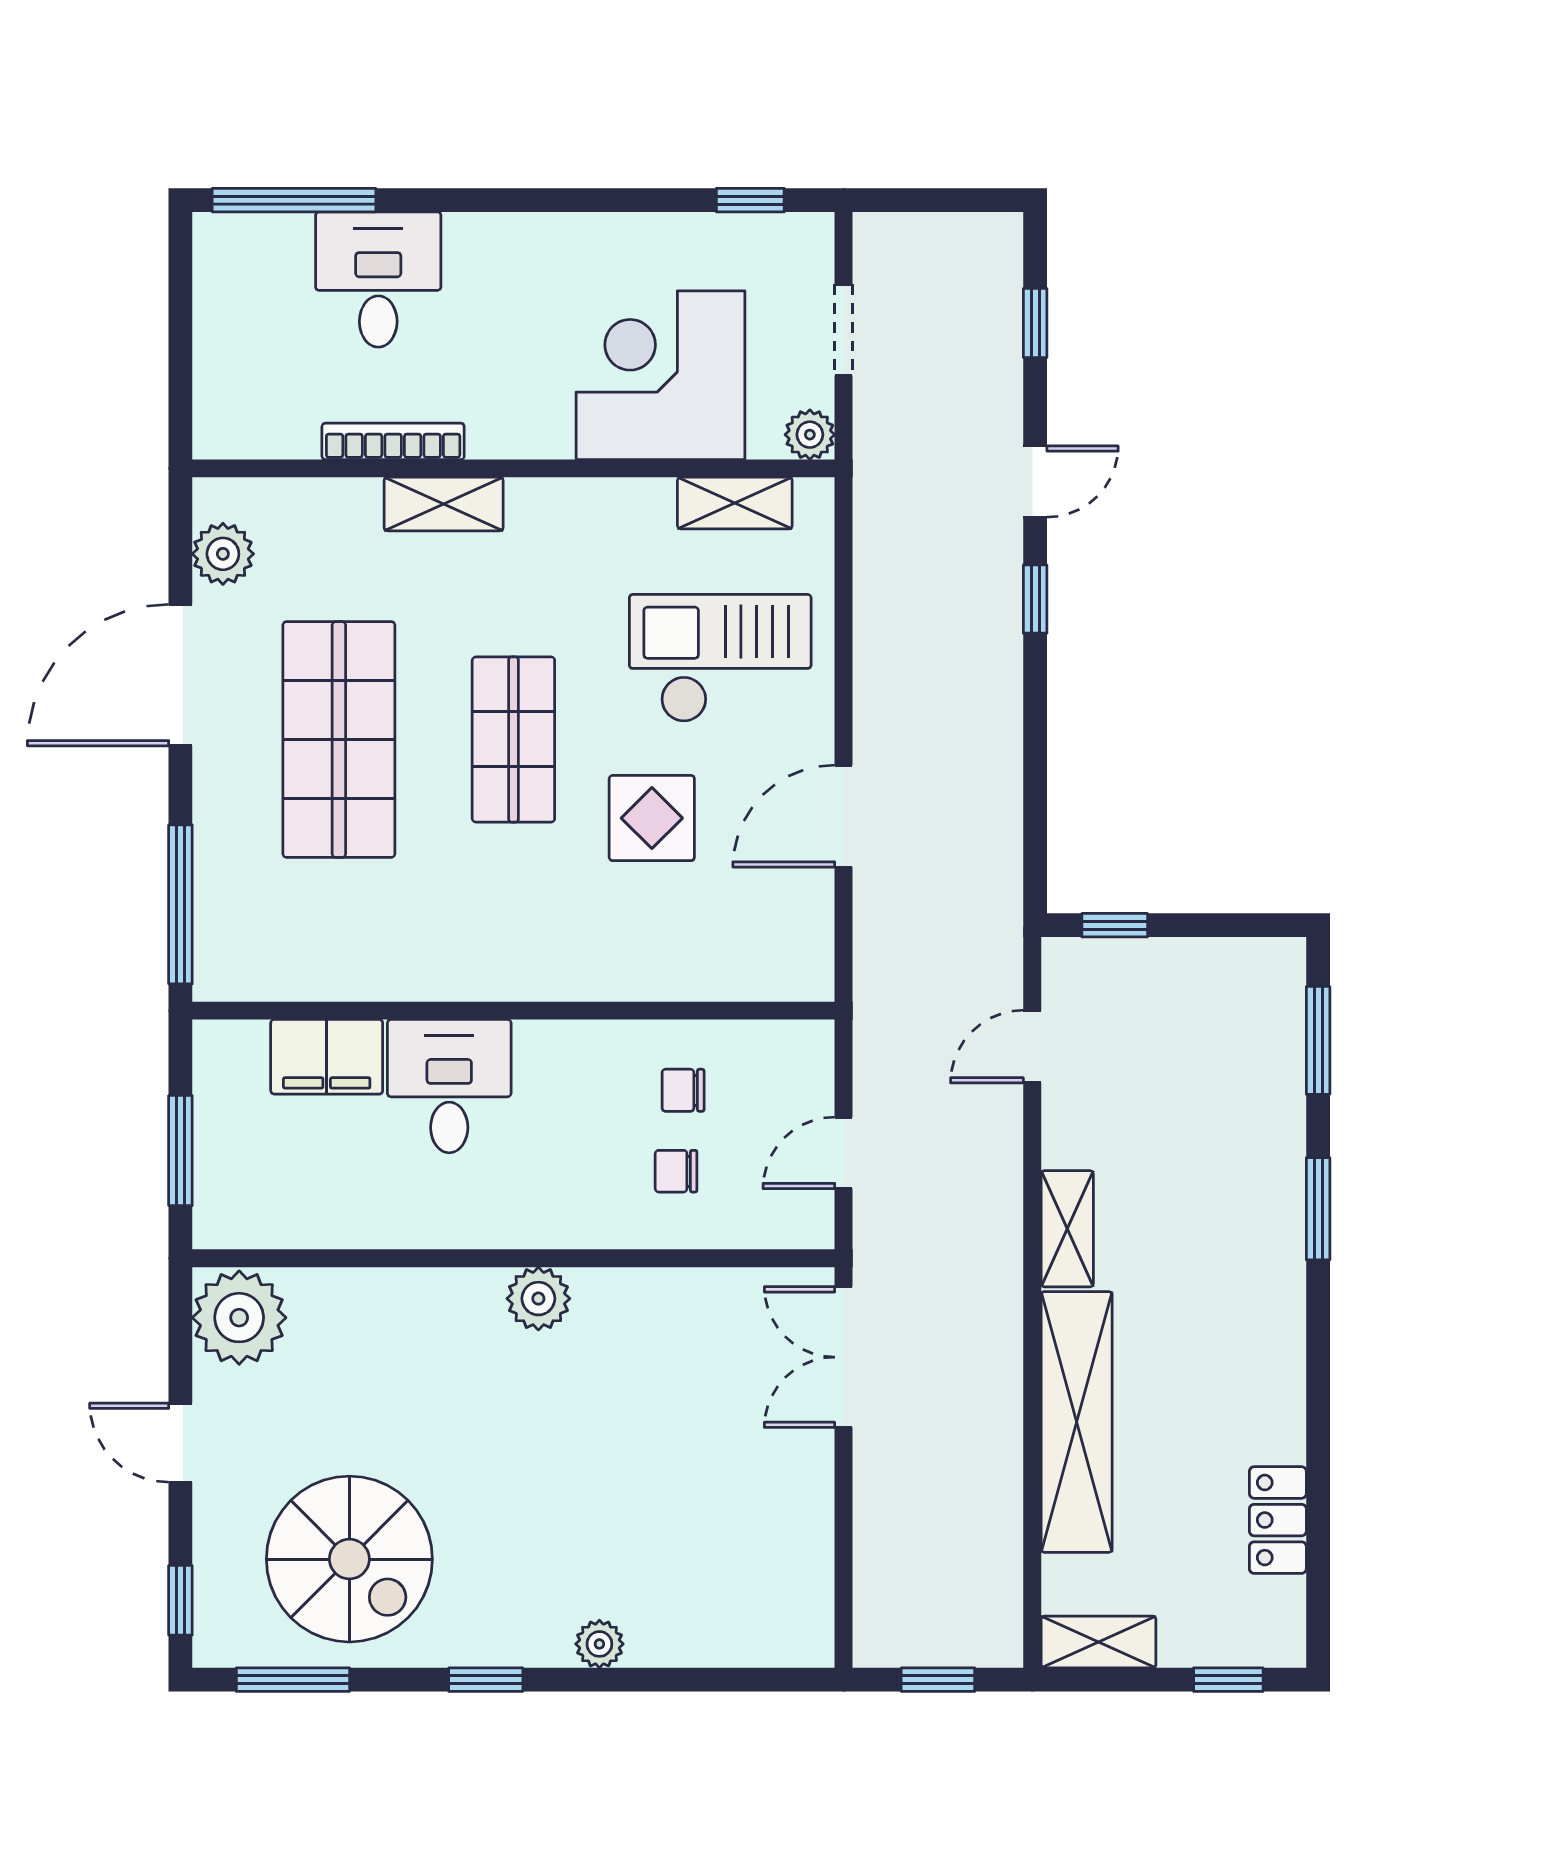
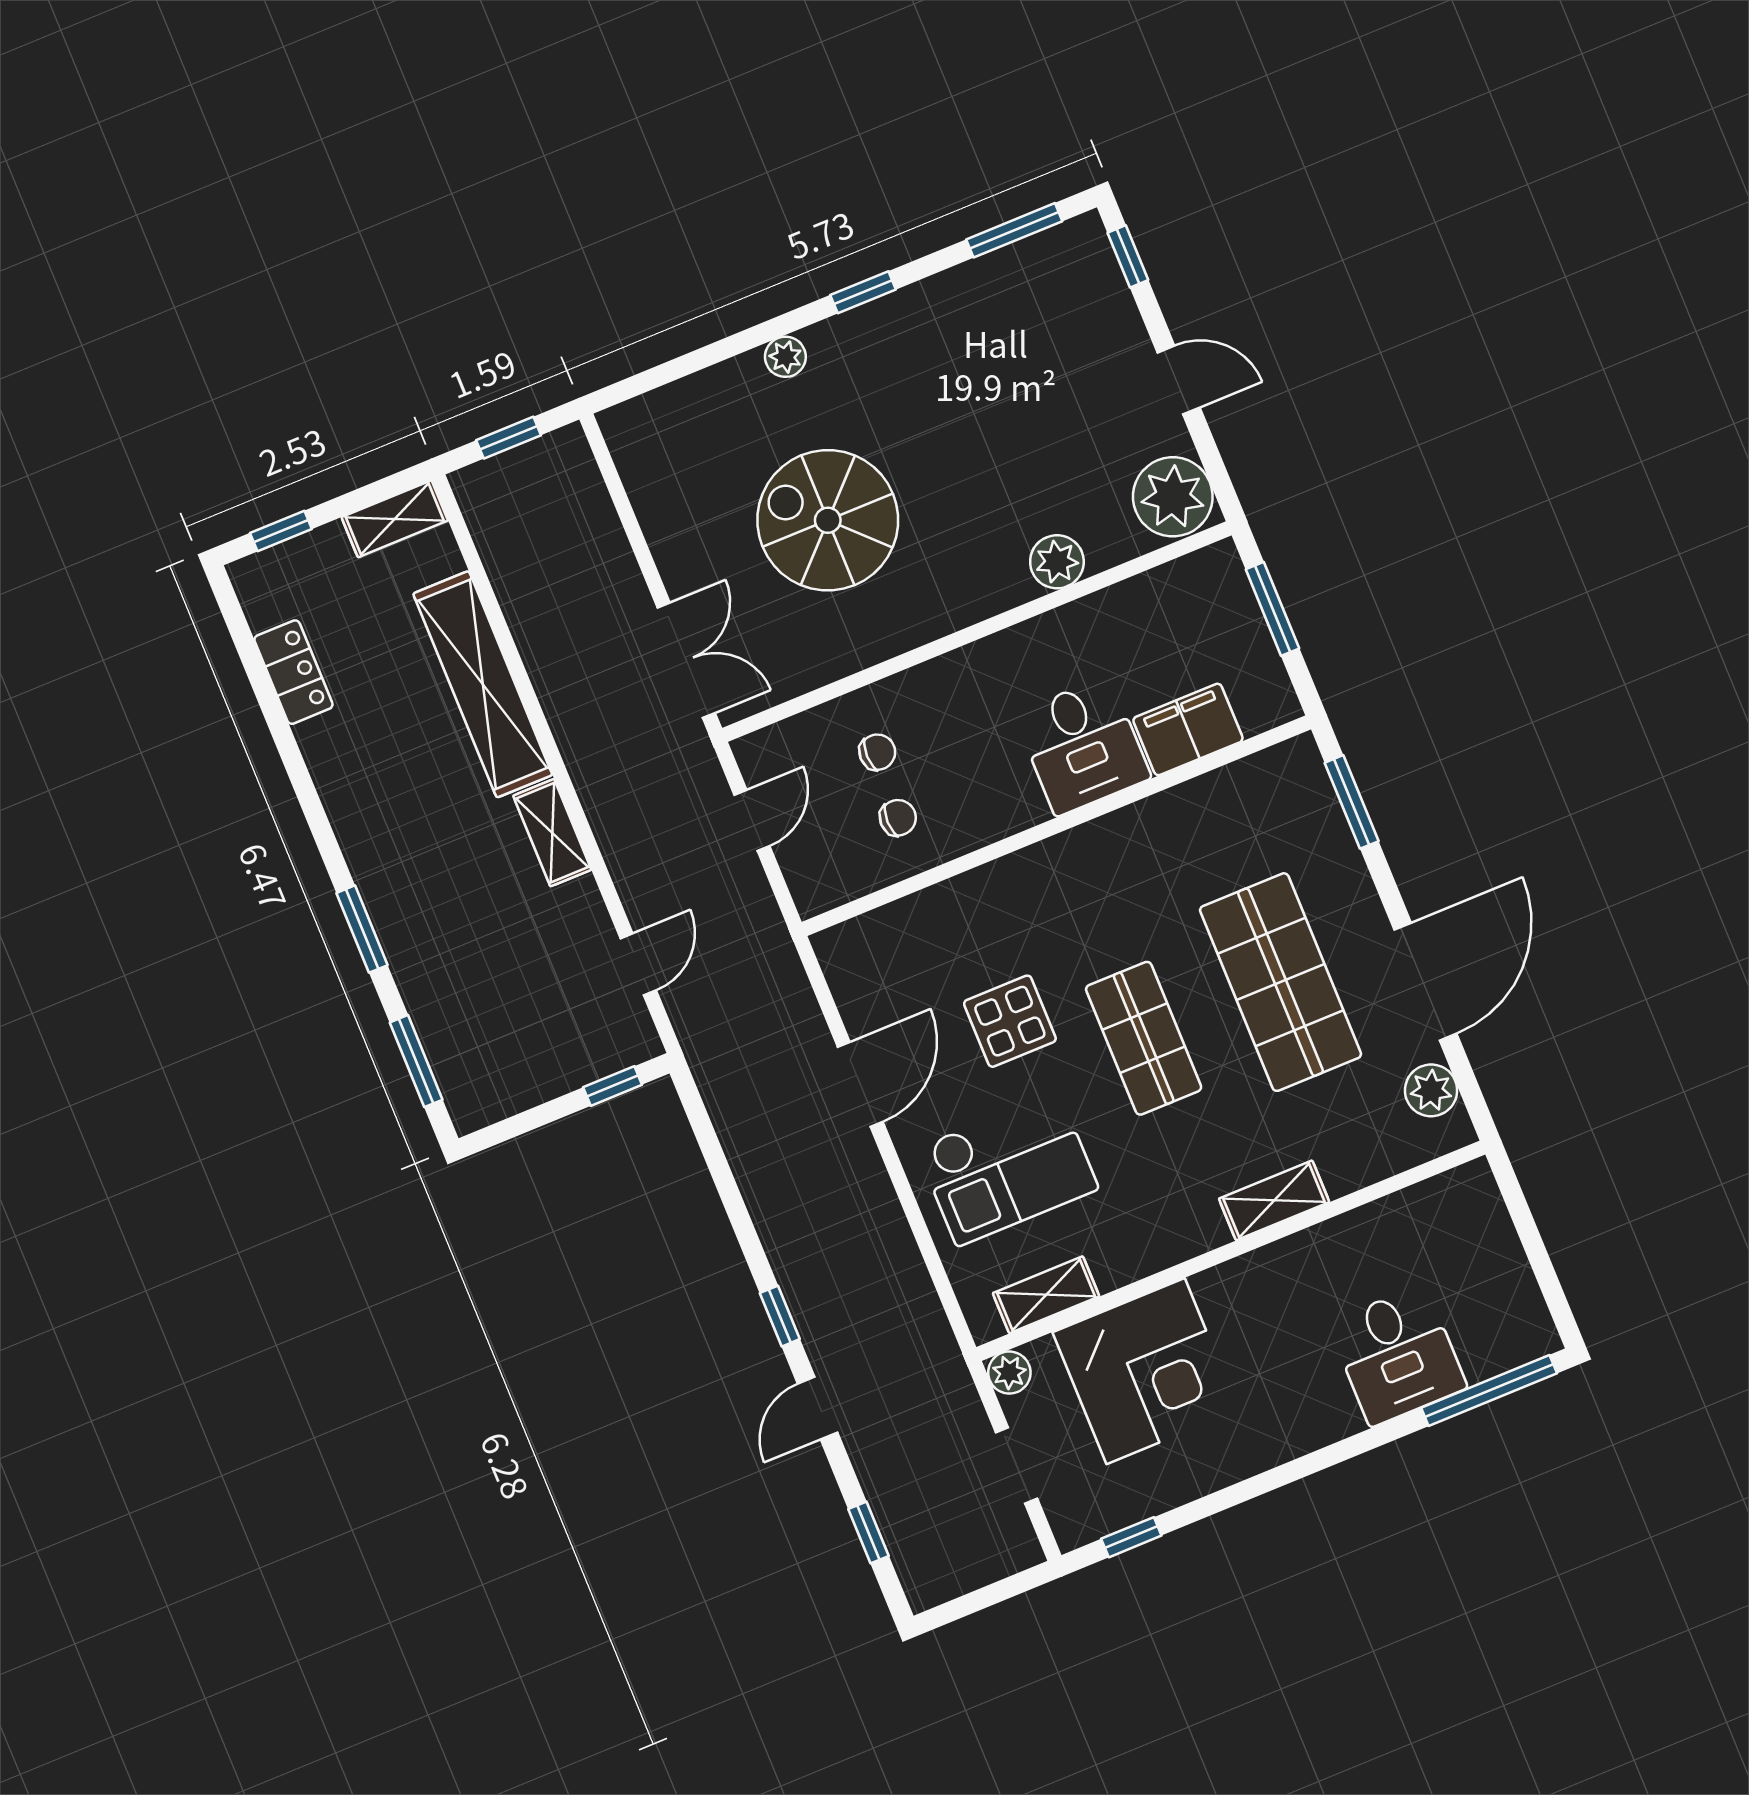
bookcase: (393, 441) -> (1334, 1233), removed
window: (180, 904) -> (1352, 802), width x0.69
plant: (538, 1299) -> (1057, 562), moved
spiral stairs: (349, 1559) -> (828, 520), moved

